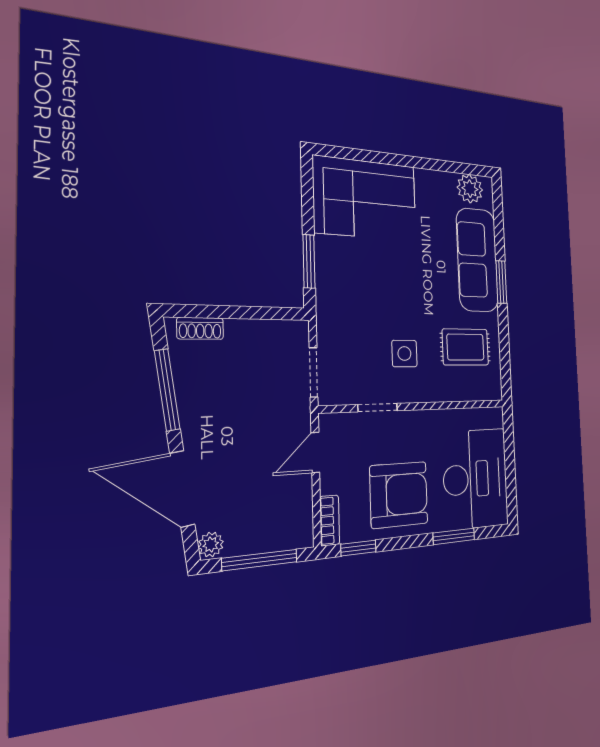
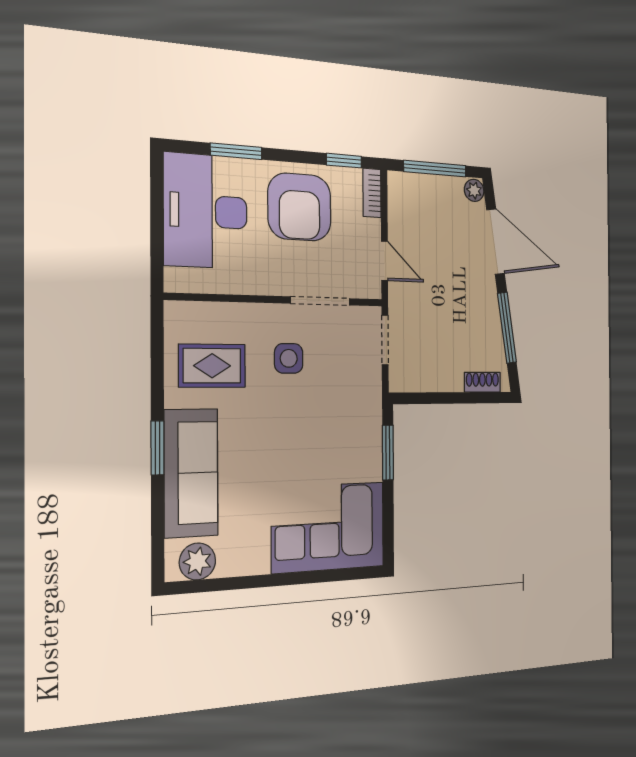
doorway: (378, 408) -> (320, 301), width x1.38
door: (315, 452) -> (384, 261), hinge flipped
armchair: (399, 495) -> (300, 207), turned -90

